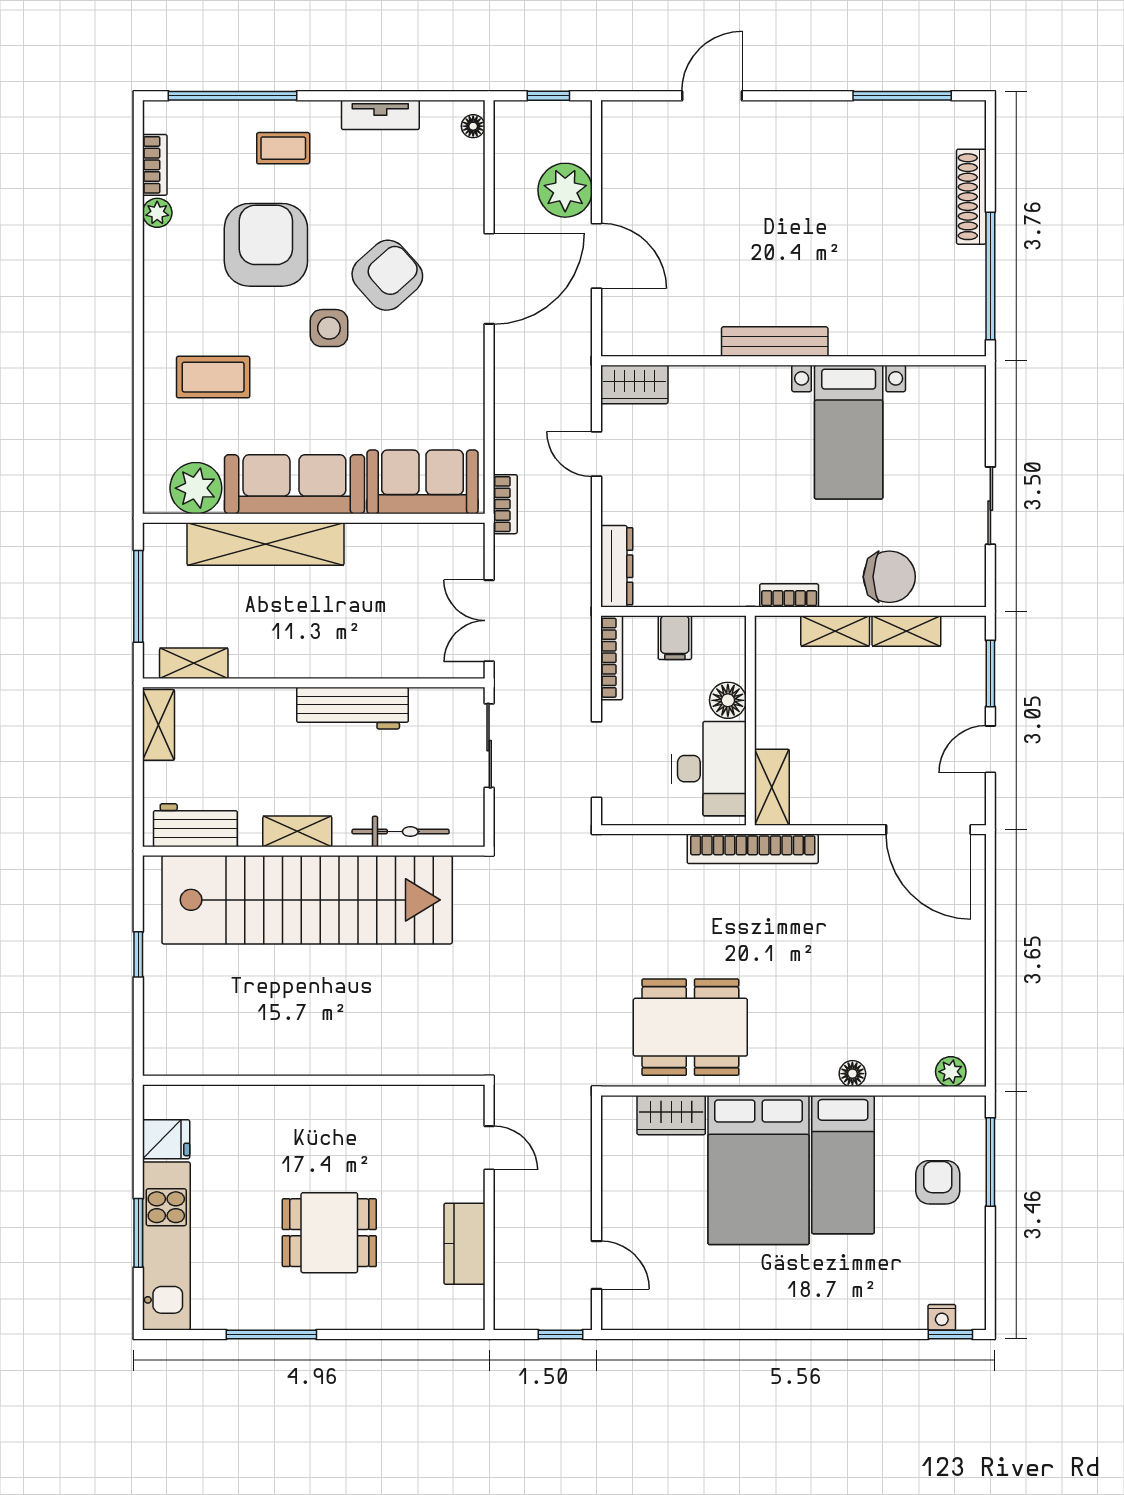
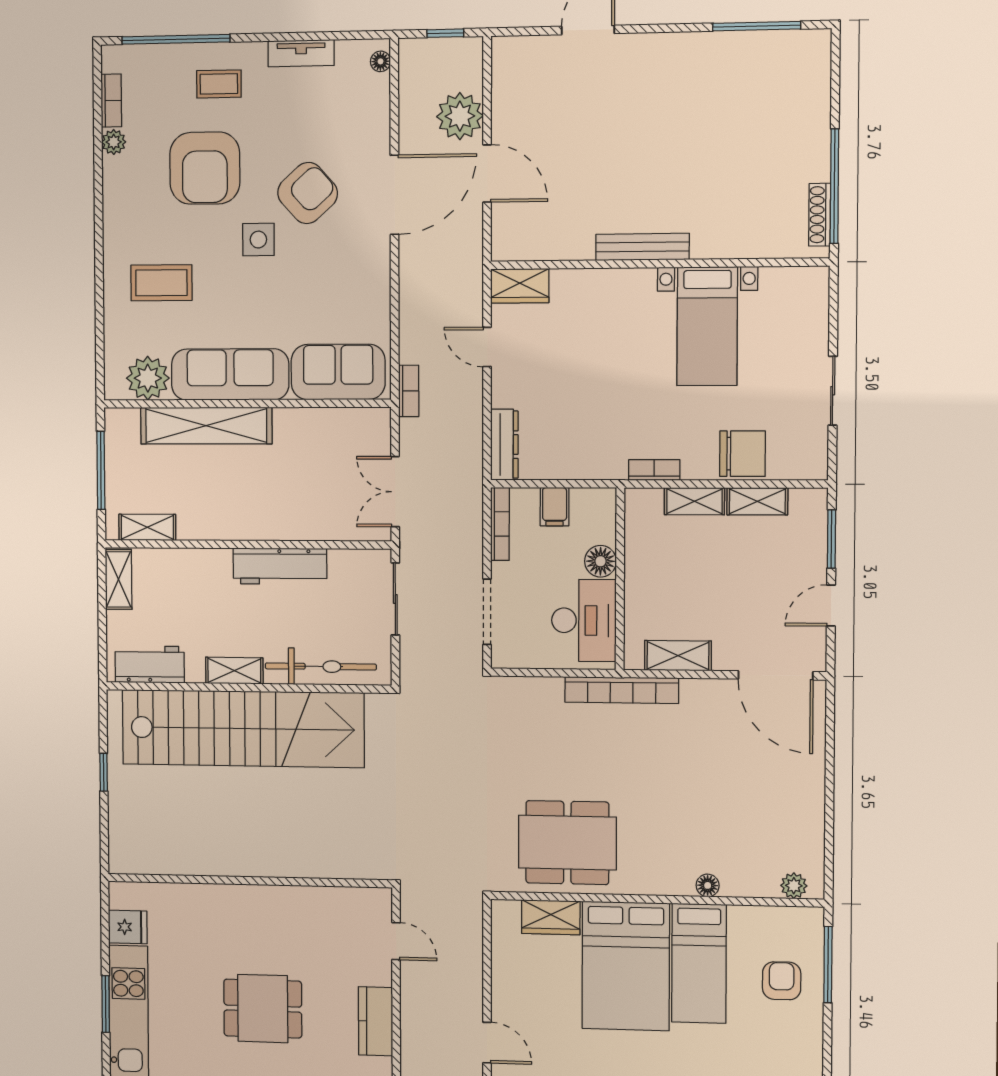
shoe rack: (971, 197) -> (820, 215), moved, width x0.74, depth x0.81
armchair: (266, 245) -> (205, 168), turned 180
shelving: (772, 787) -> (678, 656), moved, turned 90
bicycle: (401, 832) -> (321, 666), width x1.37, depth x1.40

